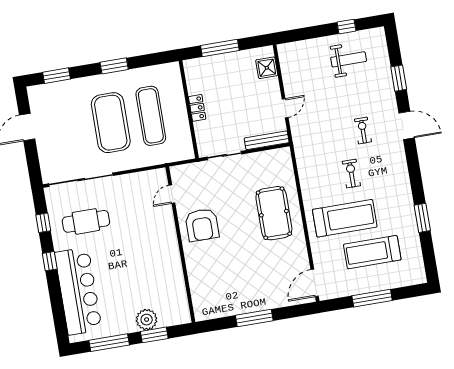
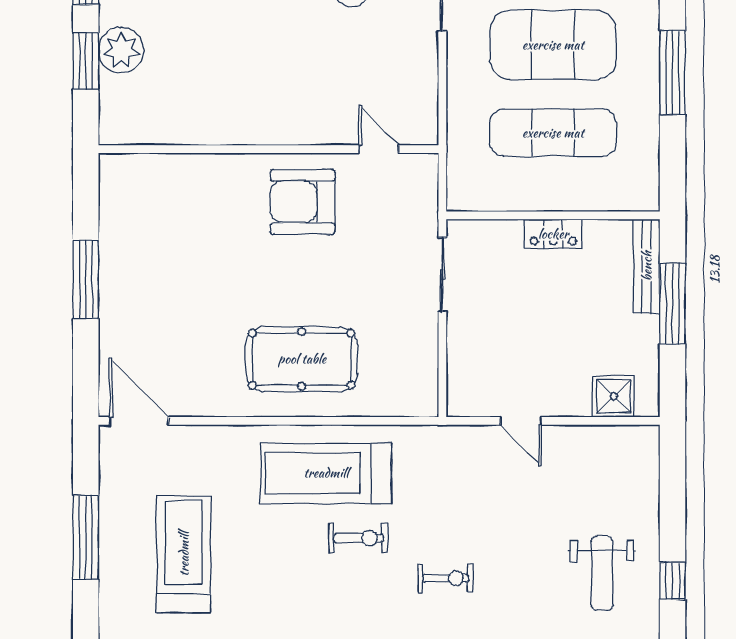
window: (114, 66) -> (672, 73), width x1.44
bench: (267, 140) -> (647, 266), moved
treadmill: (345, 218) -> (326, 473), moved, turned 90

